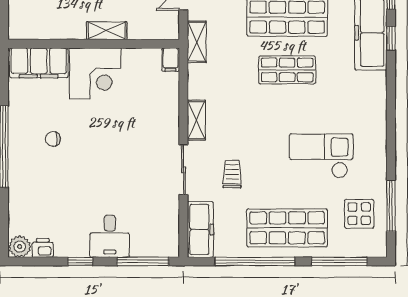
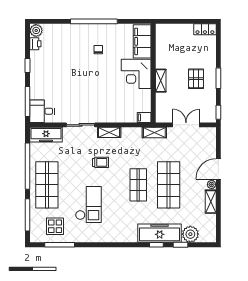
trolley: (232, 174) -> (101, 162), moved
desk: (110, 236) -> (42, 111), moved

